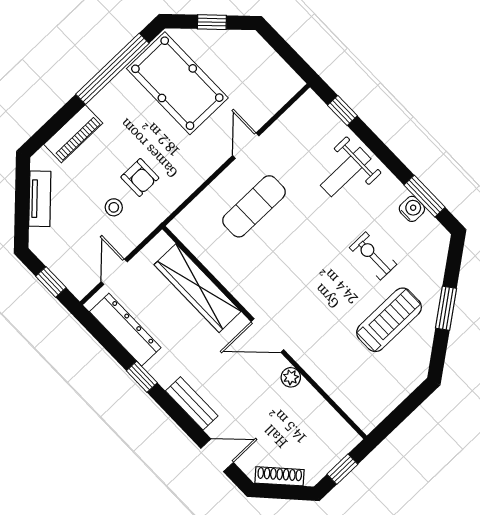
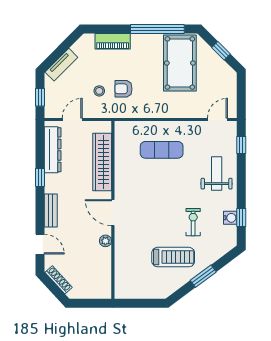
door: (246, 146) -> (218, 120), moved
weight bench: (346, 172) -> (217, 174), turned 90
armchair: (140, 178) -> (123, 89), turned 90
window: (425, 196) -> (241, 218), width x0.67
tv unit: (40, 199) -> (61, 65), moved
window: (342, 469) -> (89, 303), removed

